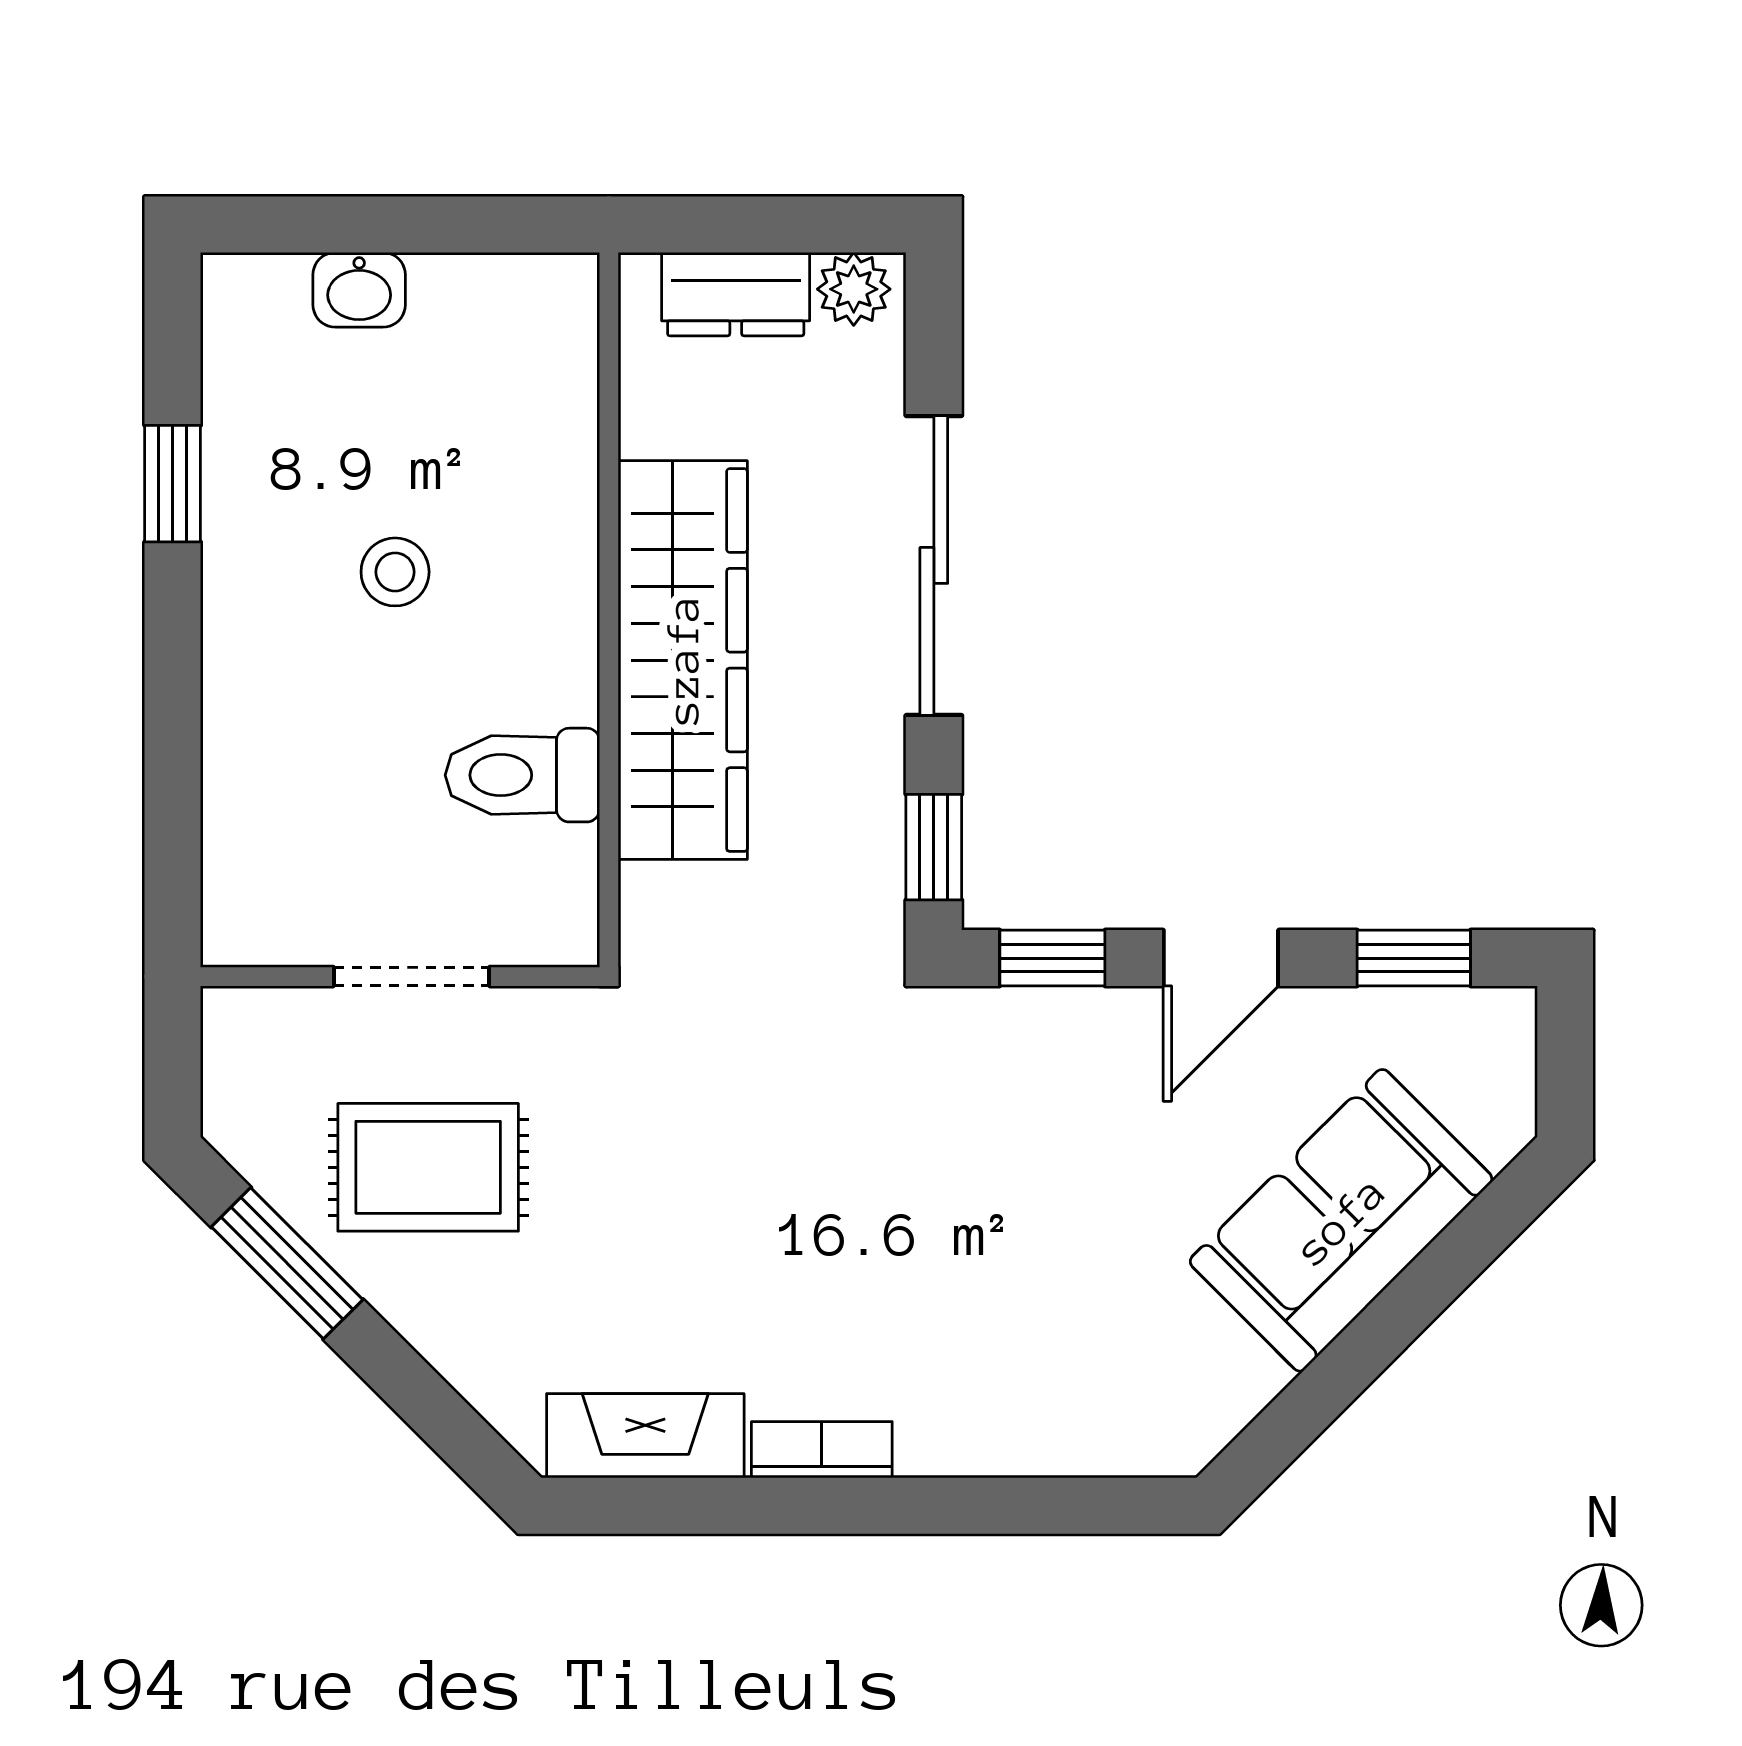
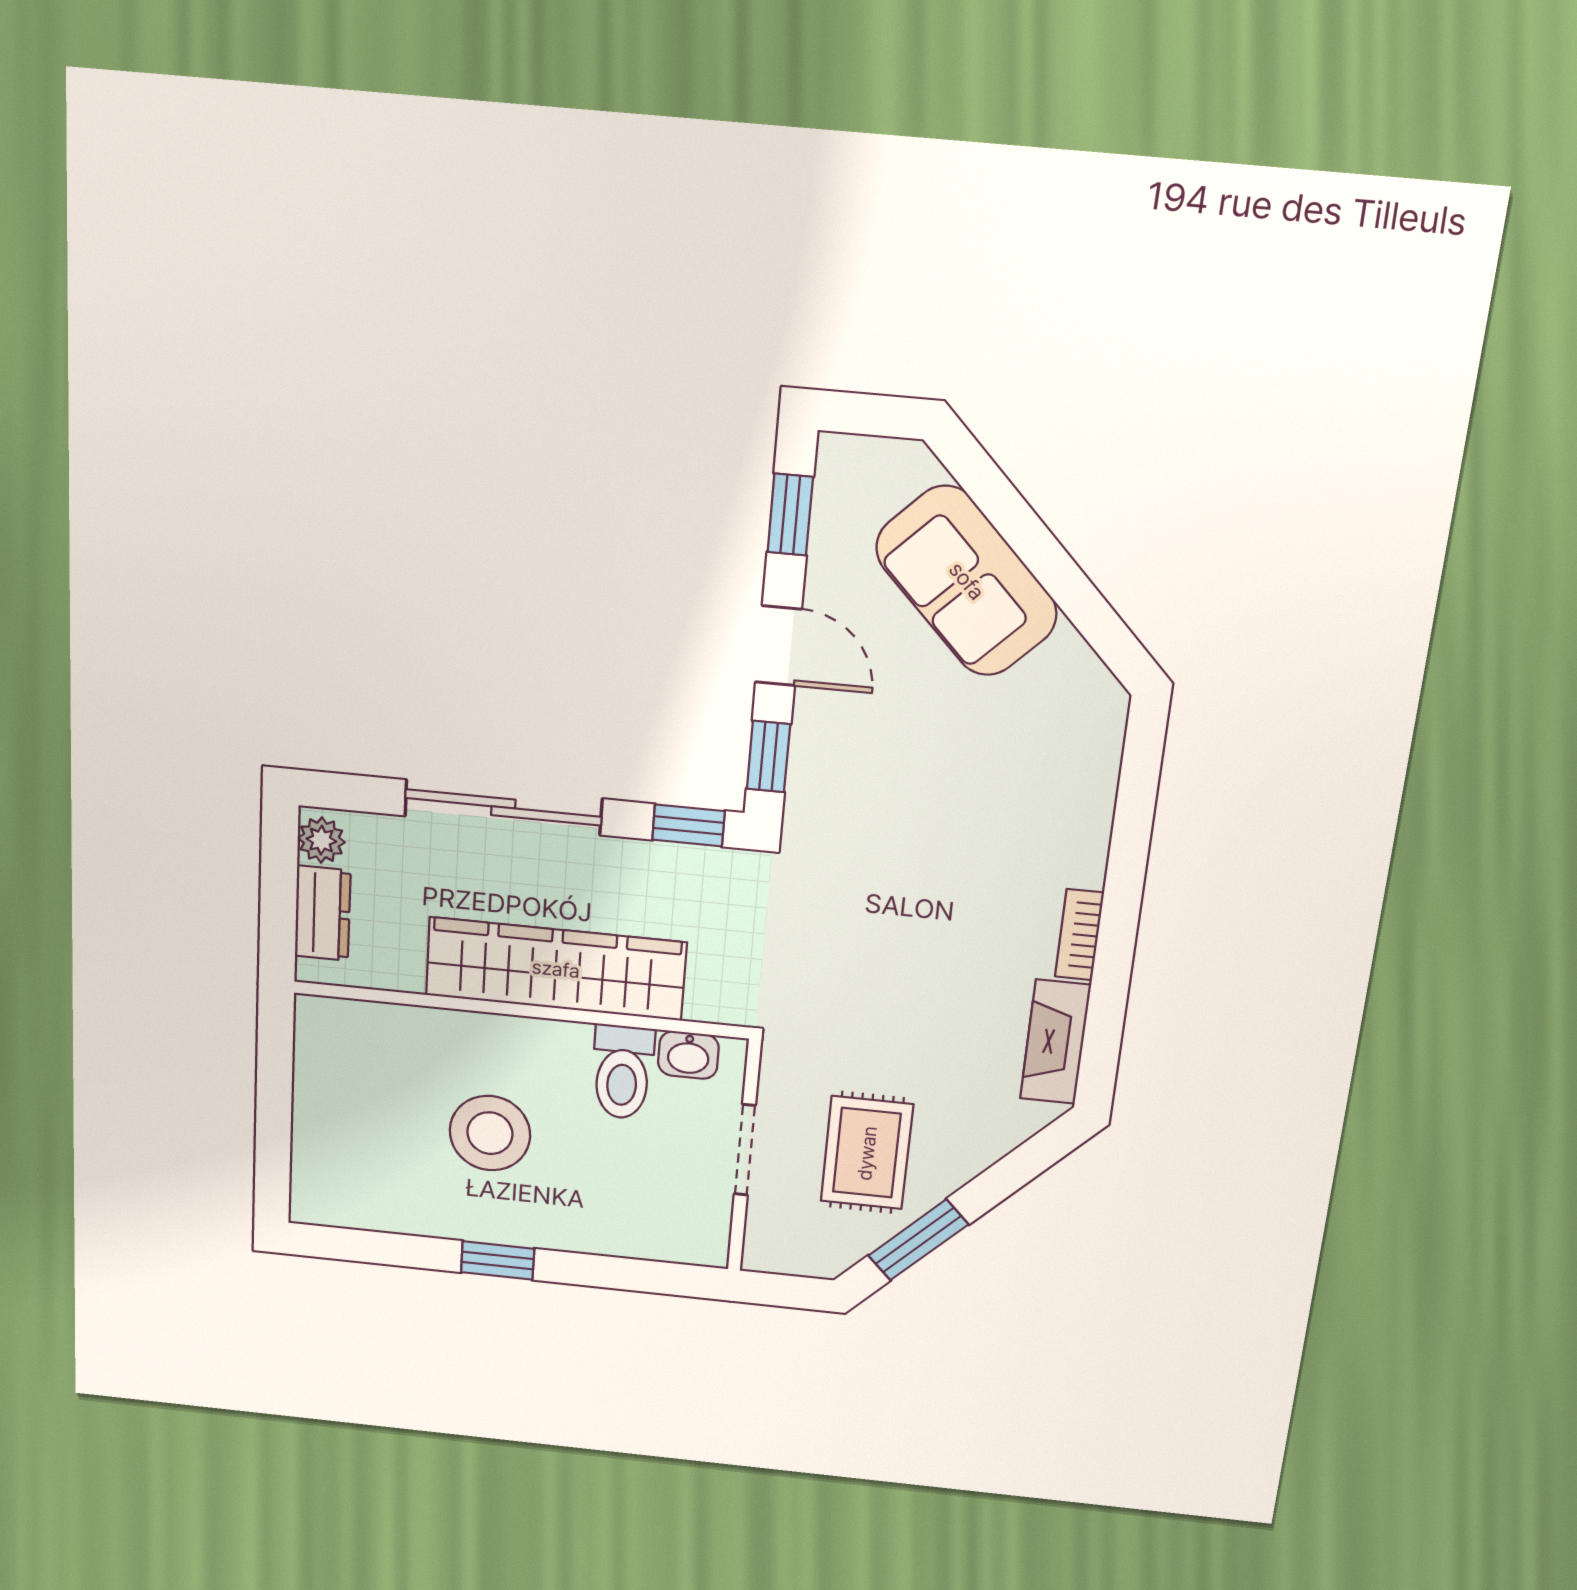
washbasin: (359, 290) -> (688, 1055), moved, turned 90
window: (173, 484) -> (498, 1260), moved
stool: (395, 572) -> (490, 1133), width x1.89, depth x1.89

